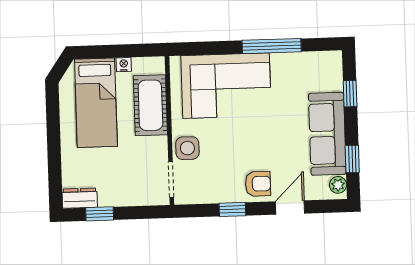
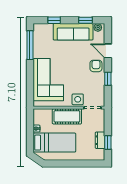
window: (272, 46) -> (30, 45), moved
cot: (150, 105) -> (67, 116), moved
dresser: (80, 198) -> (100, 140), moved

